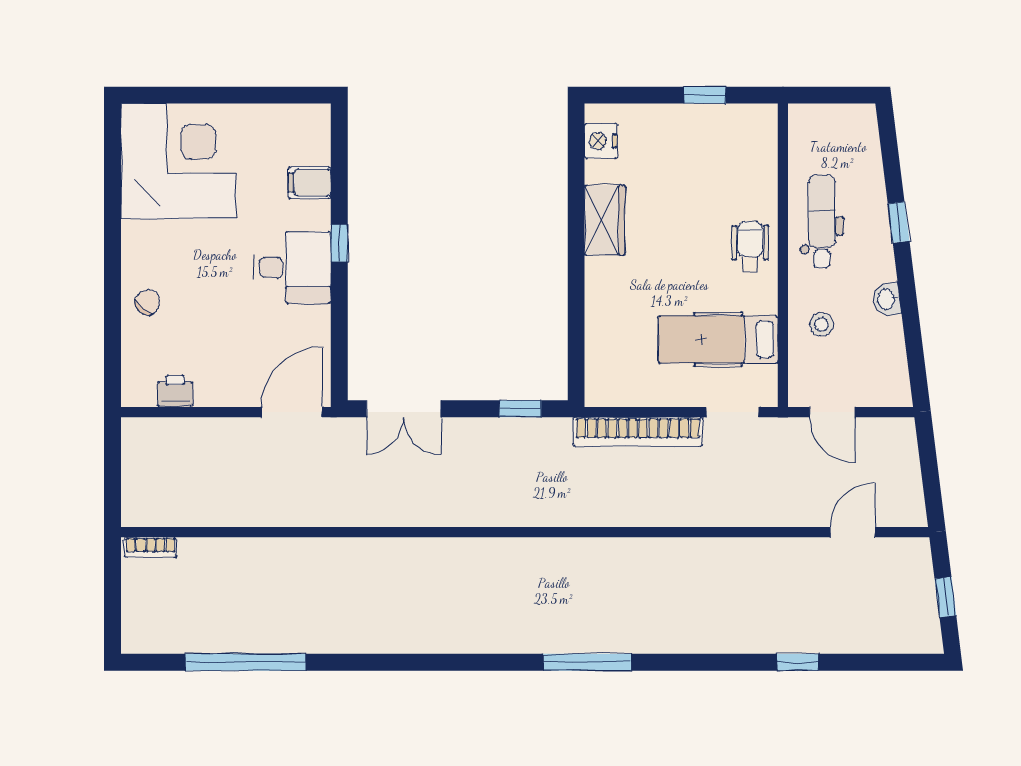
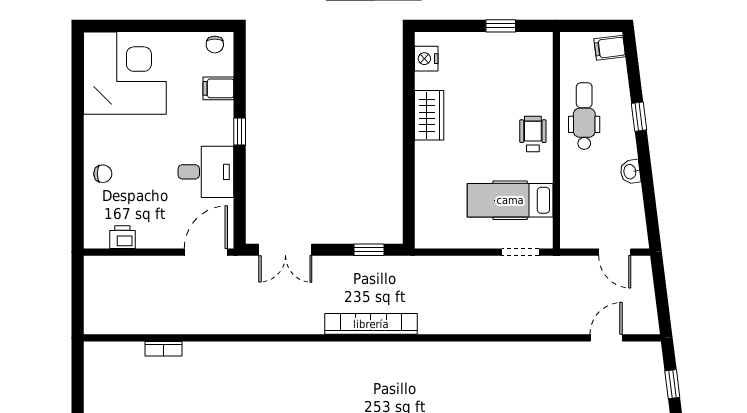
chair: (305, 121) -> (215, 45), added
filing cabinet: (858, 126) -> (610, 48), added
desk: (292, 268) -> (206, 172), moved
chair: (148, 302) -> (103, 174), turned 52
stool: (822, 325) -> (584, 190), removed
door: (832, 412) -> (615, 252), moved
bookcase: (638, 432) -> (371, 324), moved, turned 180
bookcase: (151, 547) -> (163, 349), moved

